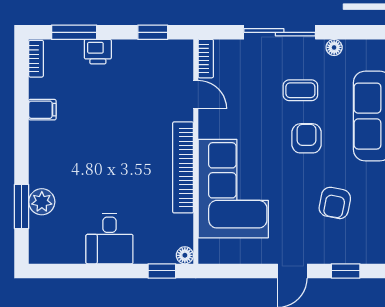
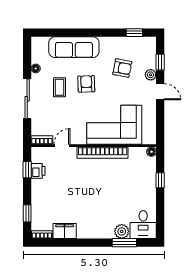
window: (74, 32) -> (27, 213), width x0.67
printer: (98, 52) -> (38, 171), moved
filing cabinet: (42, 110) -> (65, 231), width x2.00
armchair: (306, 138) -> (86, 84), turned 88
desk: (109, 238) -> (143, 225), moved, turned 90
plant: (323, 254) -> (151, 75), added
window: (162, 271) -> (160, 180), moved

